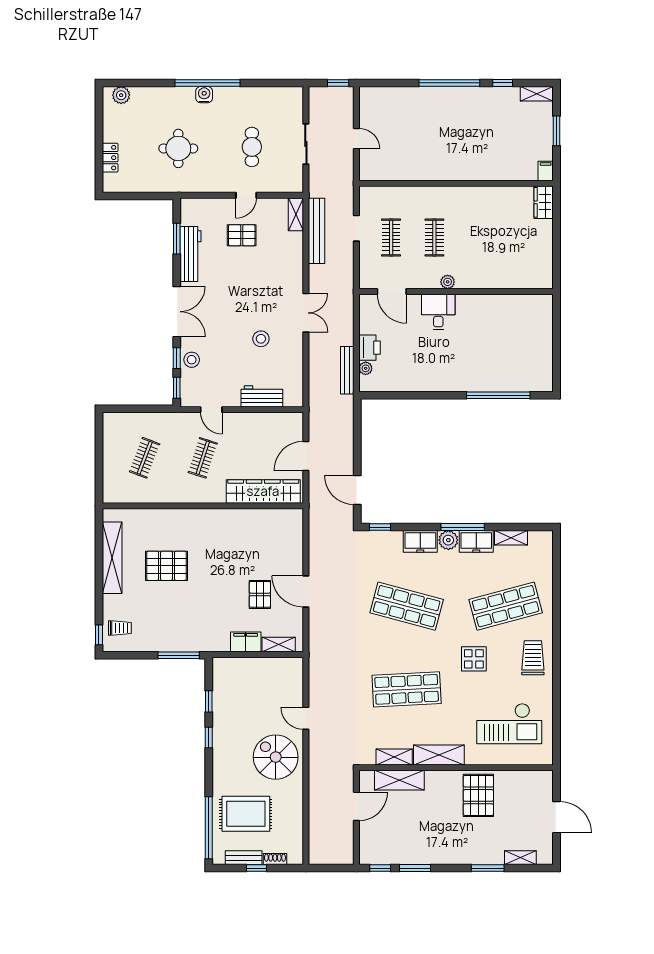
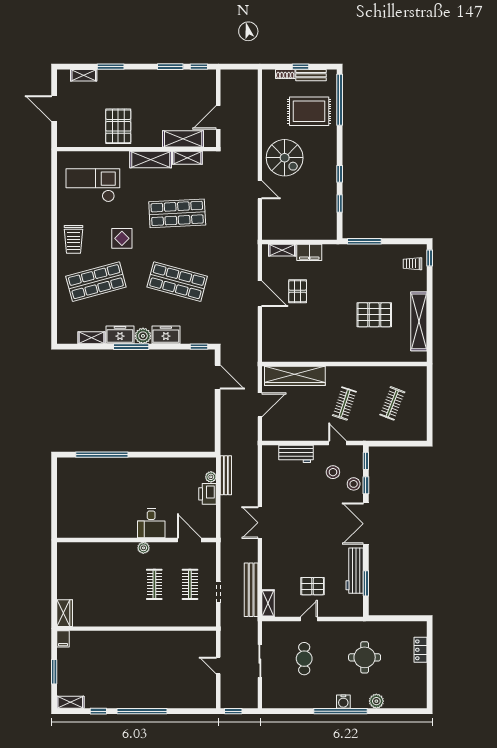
plant: (121, 95) -> (376, 701), moved
stool: (261, 339) -> (333, 472), moved

